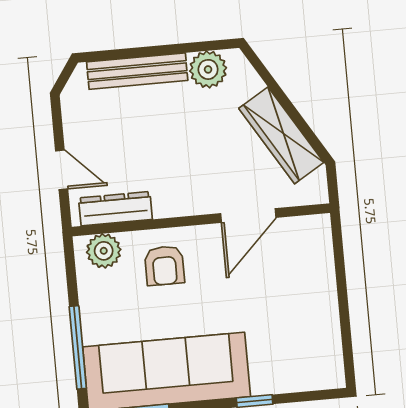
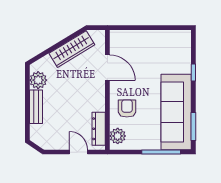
bench: (137, 71) -> (36, 107), width x0.73
door: (62, 170) -> (78, 152), hinge flipped
armchair: (164, 266) -> (127, 109), turned -90

